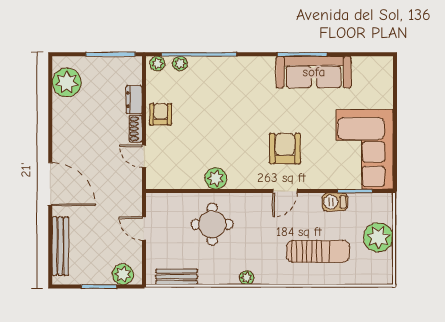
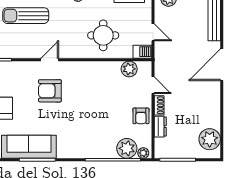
plant: (180, 64) -> (127, 148), width x1.87, depth x1.87
armchair: (285, 149) -> (50, 91), turned 90
plant: (216, 178) -> (129, 69), moved
door: (50, 184) -> (222, 65), hinge flipped
barbecue: (335, 202) -> (142, 52), moved

